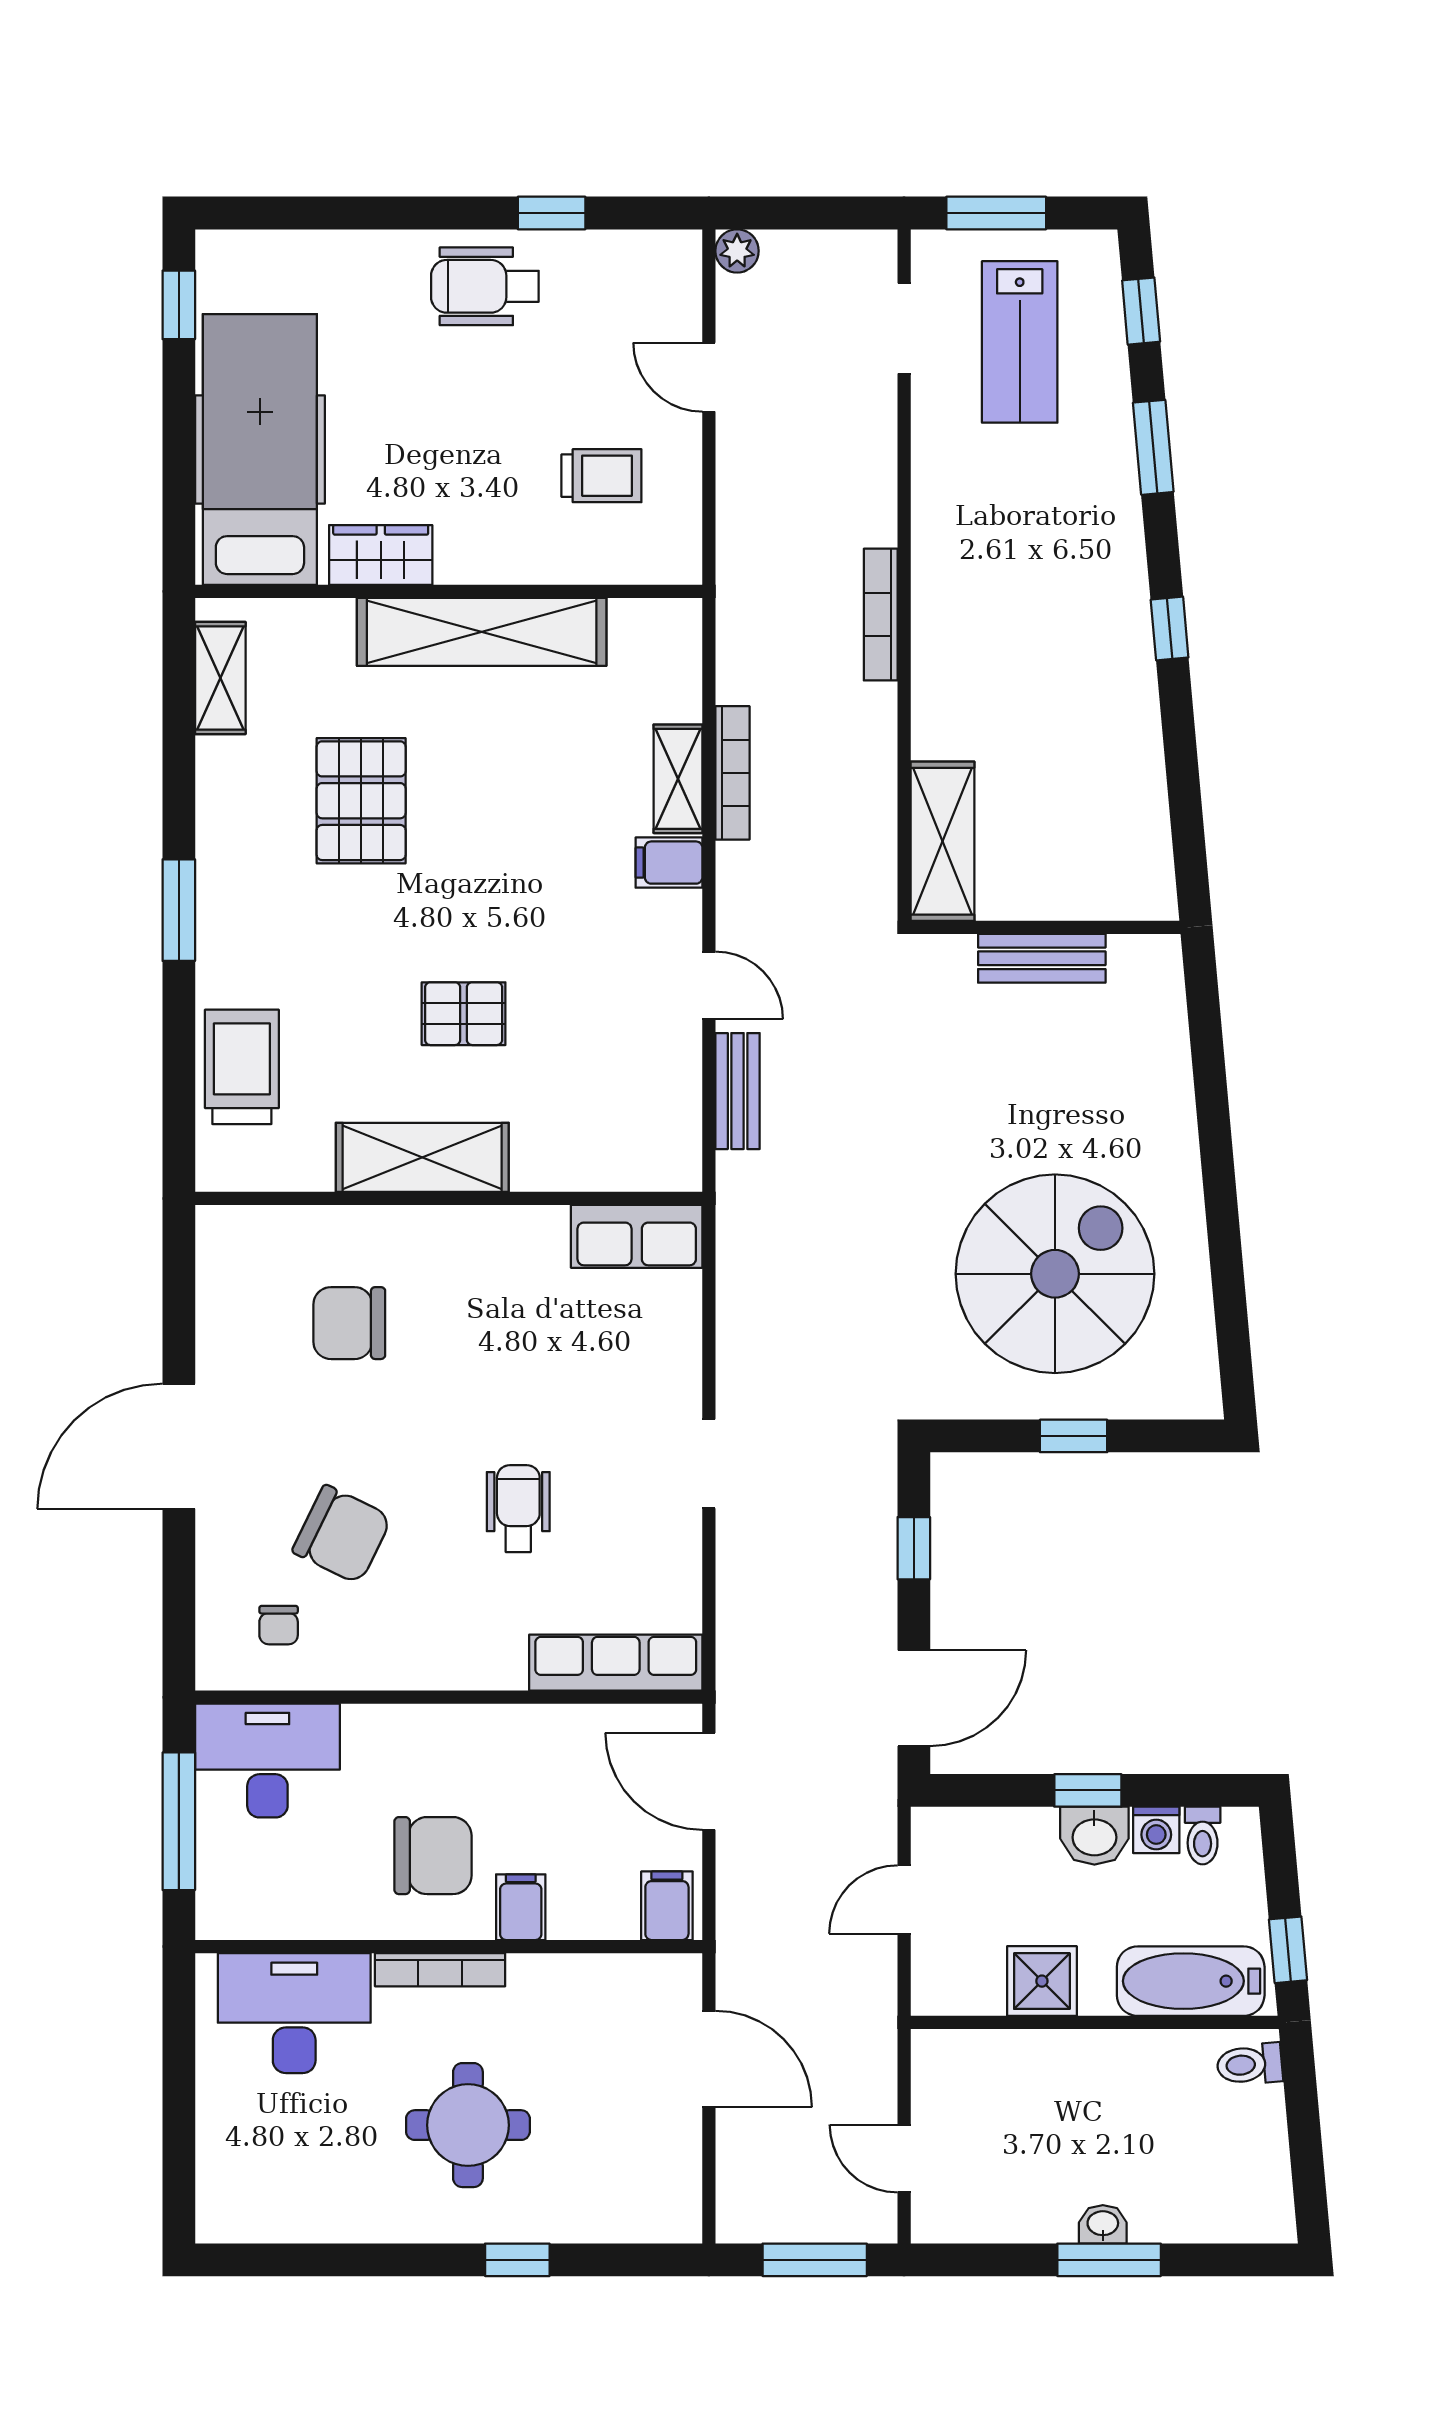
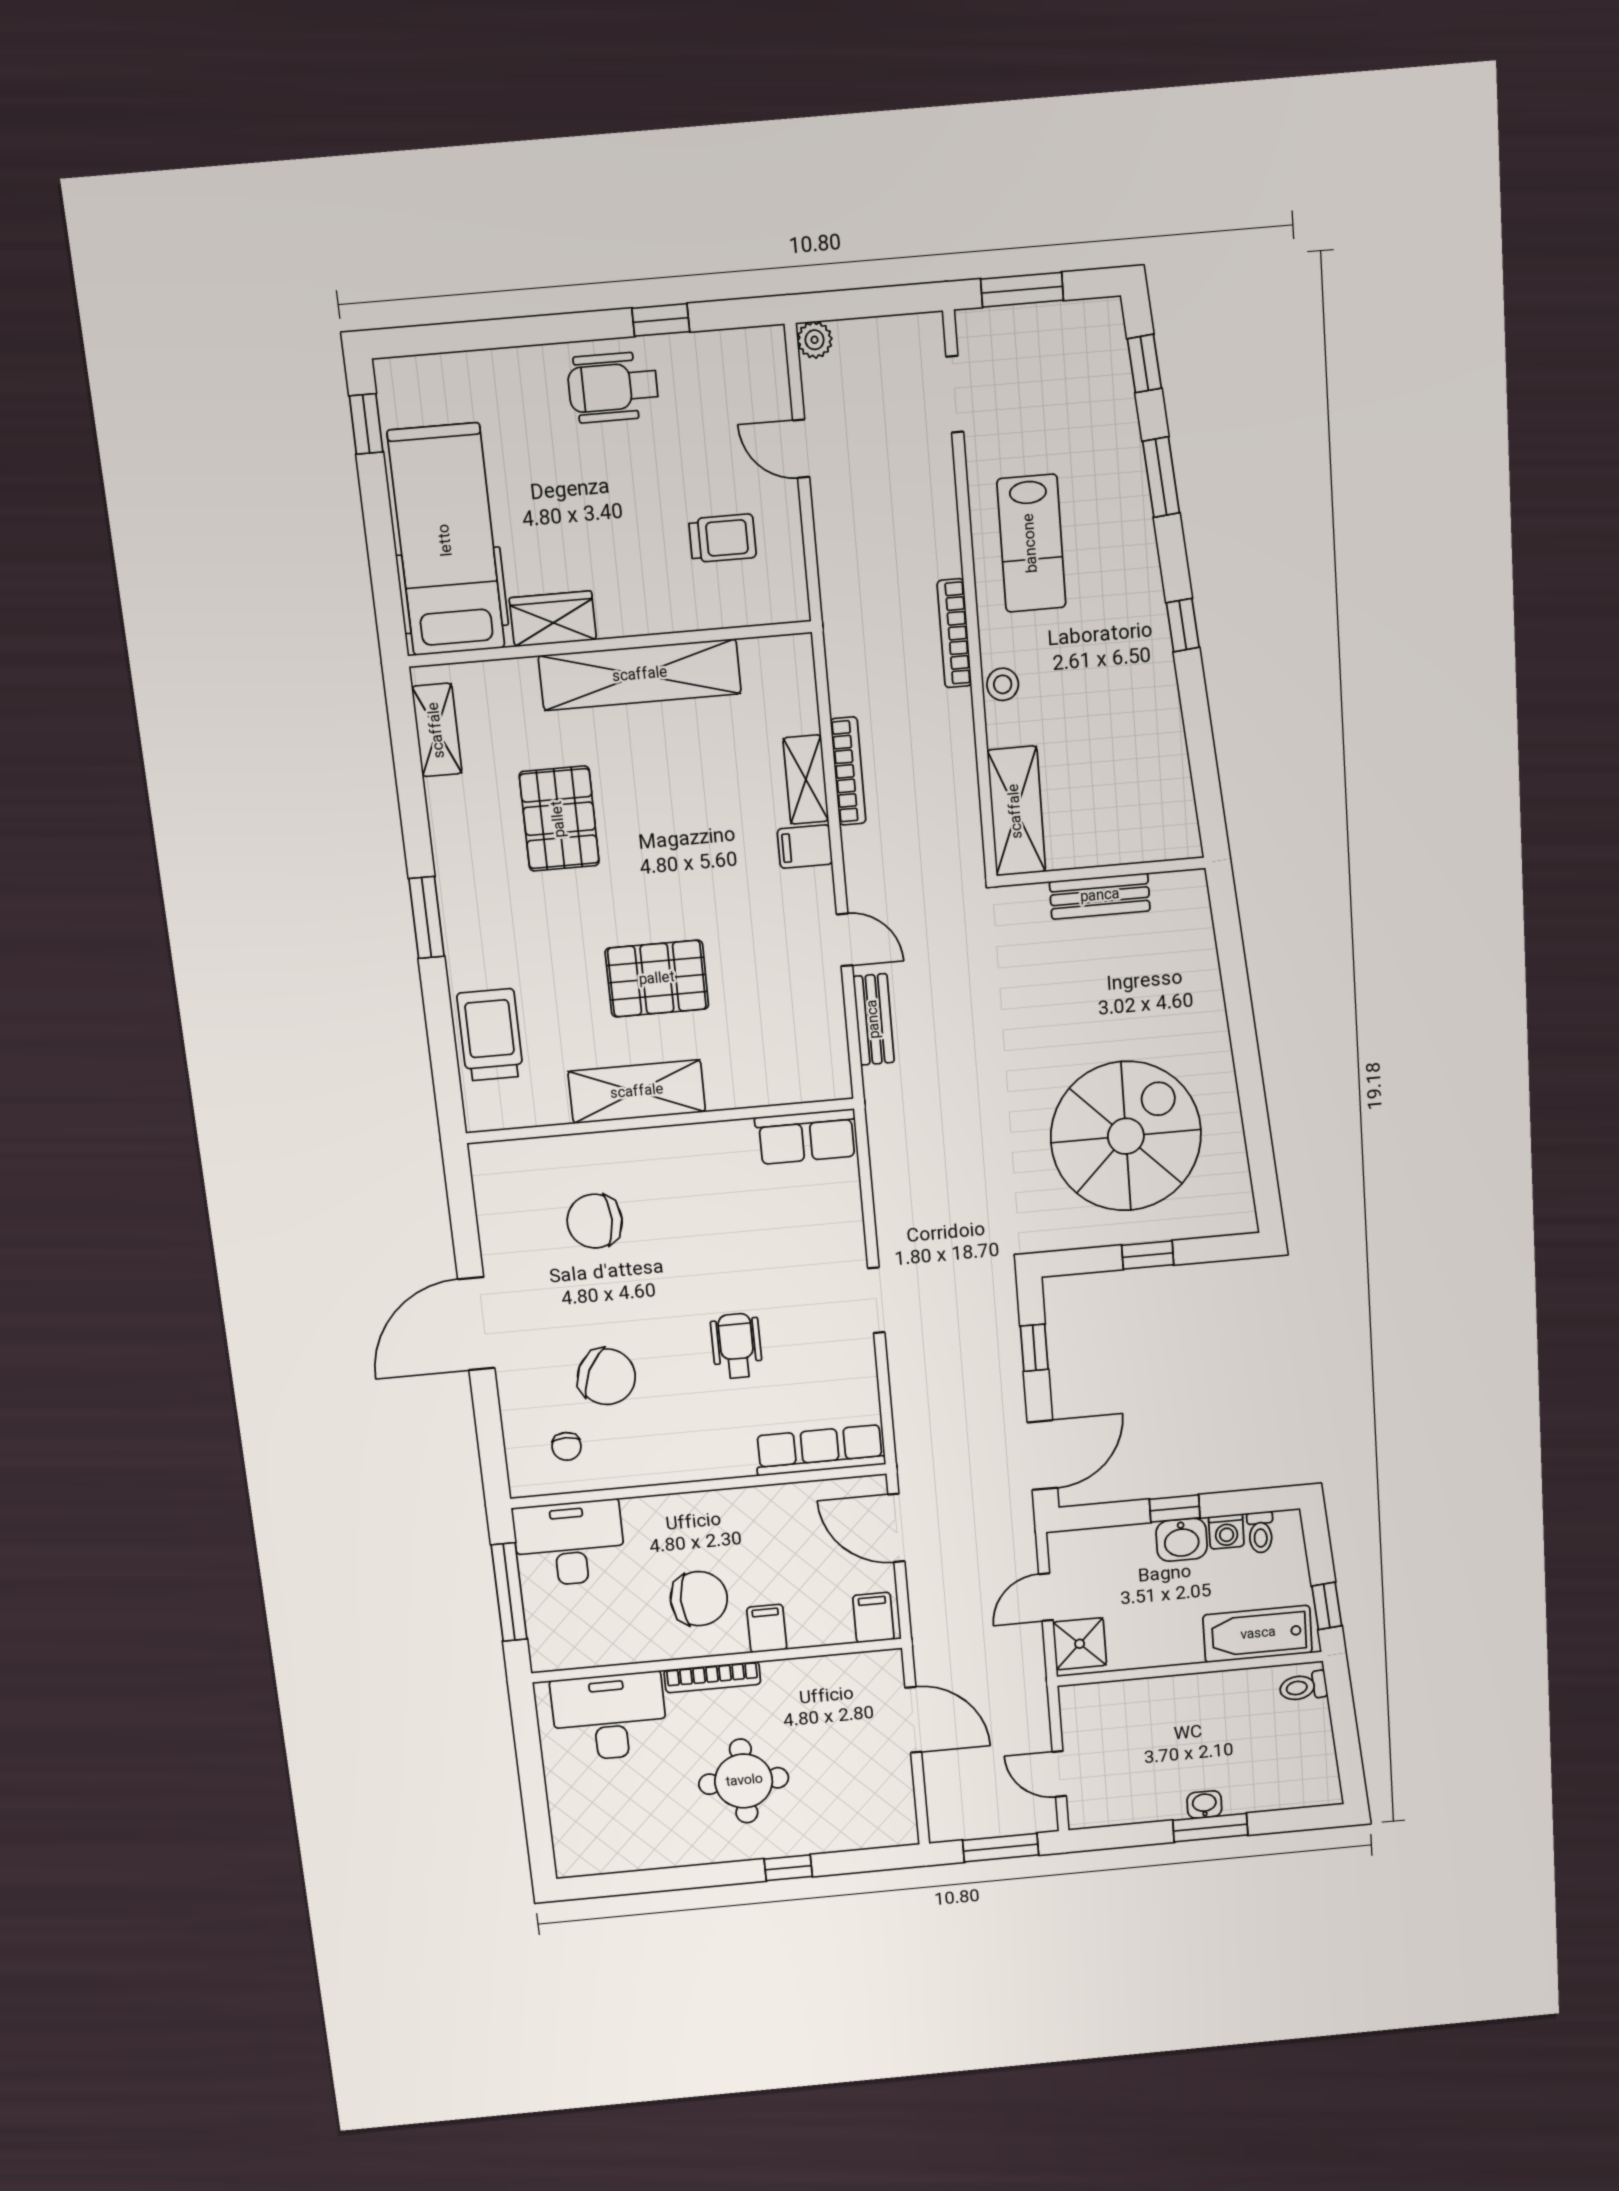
lab bench: (1020, 342) -> (1031, 543), moved
stool: (937, 682) -> (1003, 684), added
pallet: (464, 1014) -> (657, 979), width x1.50, depth x1.42
shower: (1042, 1981) -> (1080, 1644), moved

